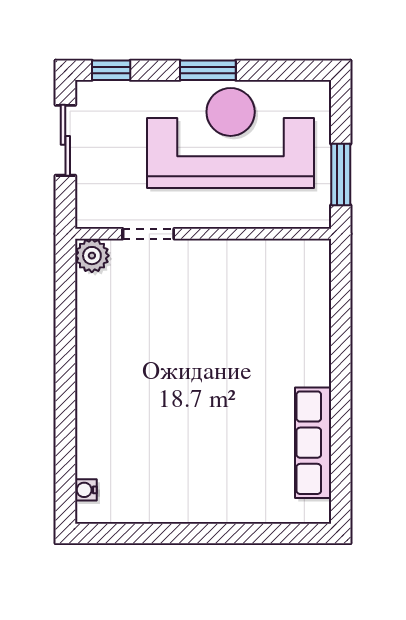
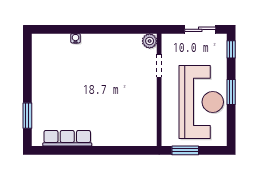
water cooler: (86, 490) -> (76, 38), moved
window: (262, 534) -> (27, 116), added

